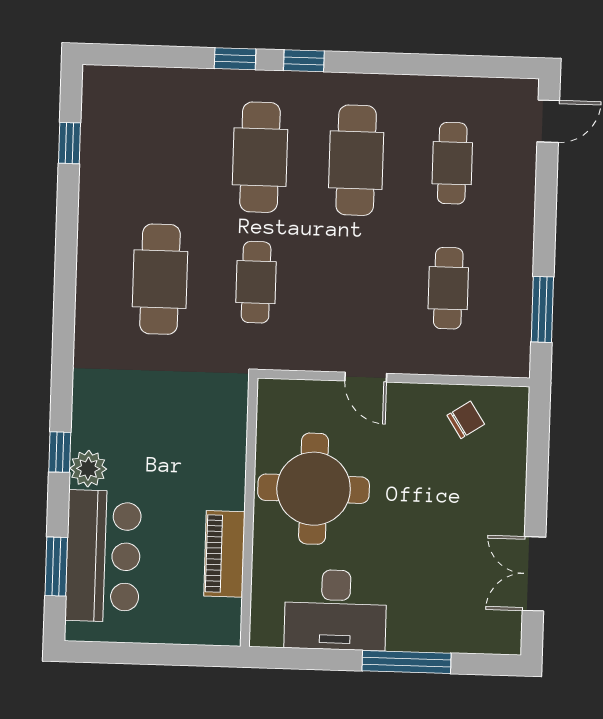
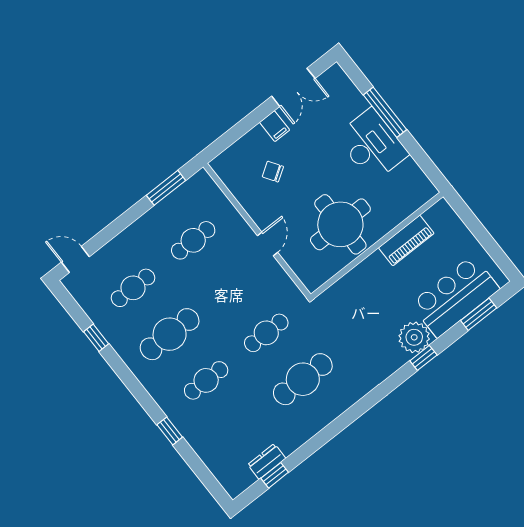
window: (304, 61) -> (96, 338), moved
dresser: (95, 148) -> (267, 461), added
cafe table: (260, 157) -> (206, 380), width x0.73, depth x0.74
chair: (466, 420) -> (273, 172), moved
plant: (88, 469) -> (414, 337), width x1.36, depth x1.36
filing cabinet: (505, 510) -> (275, 126), added
desk: (336, 610) -> (372, 145), moved

